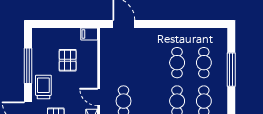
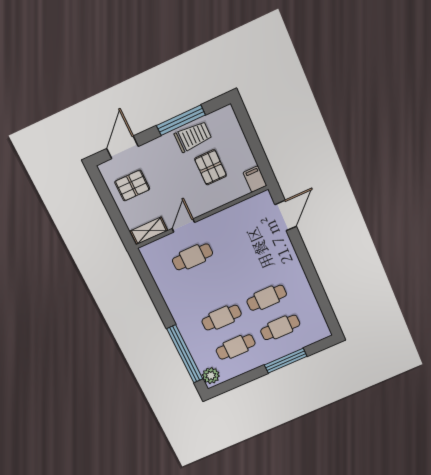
pallet: (68, 60) -> (211, 167), turned 90
trolley: (43, 87) -> (193, 137), moved

